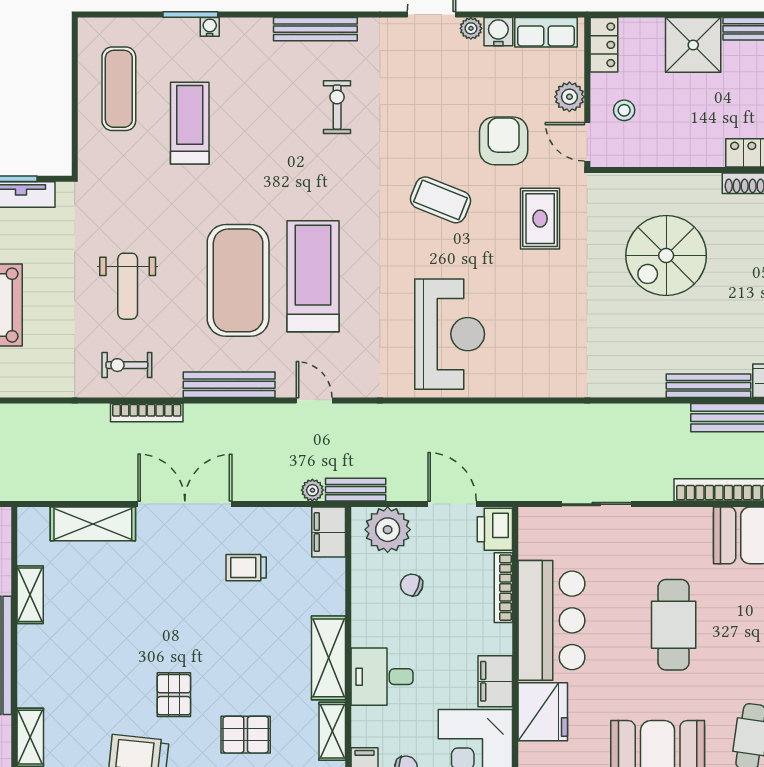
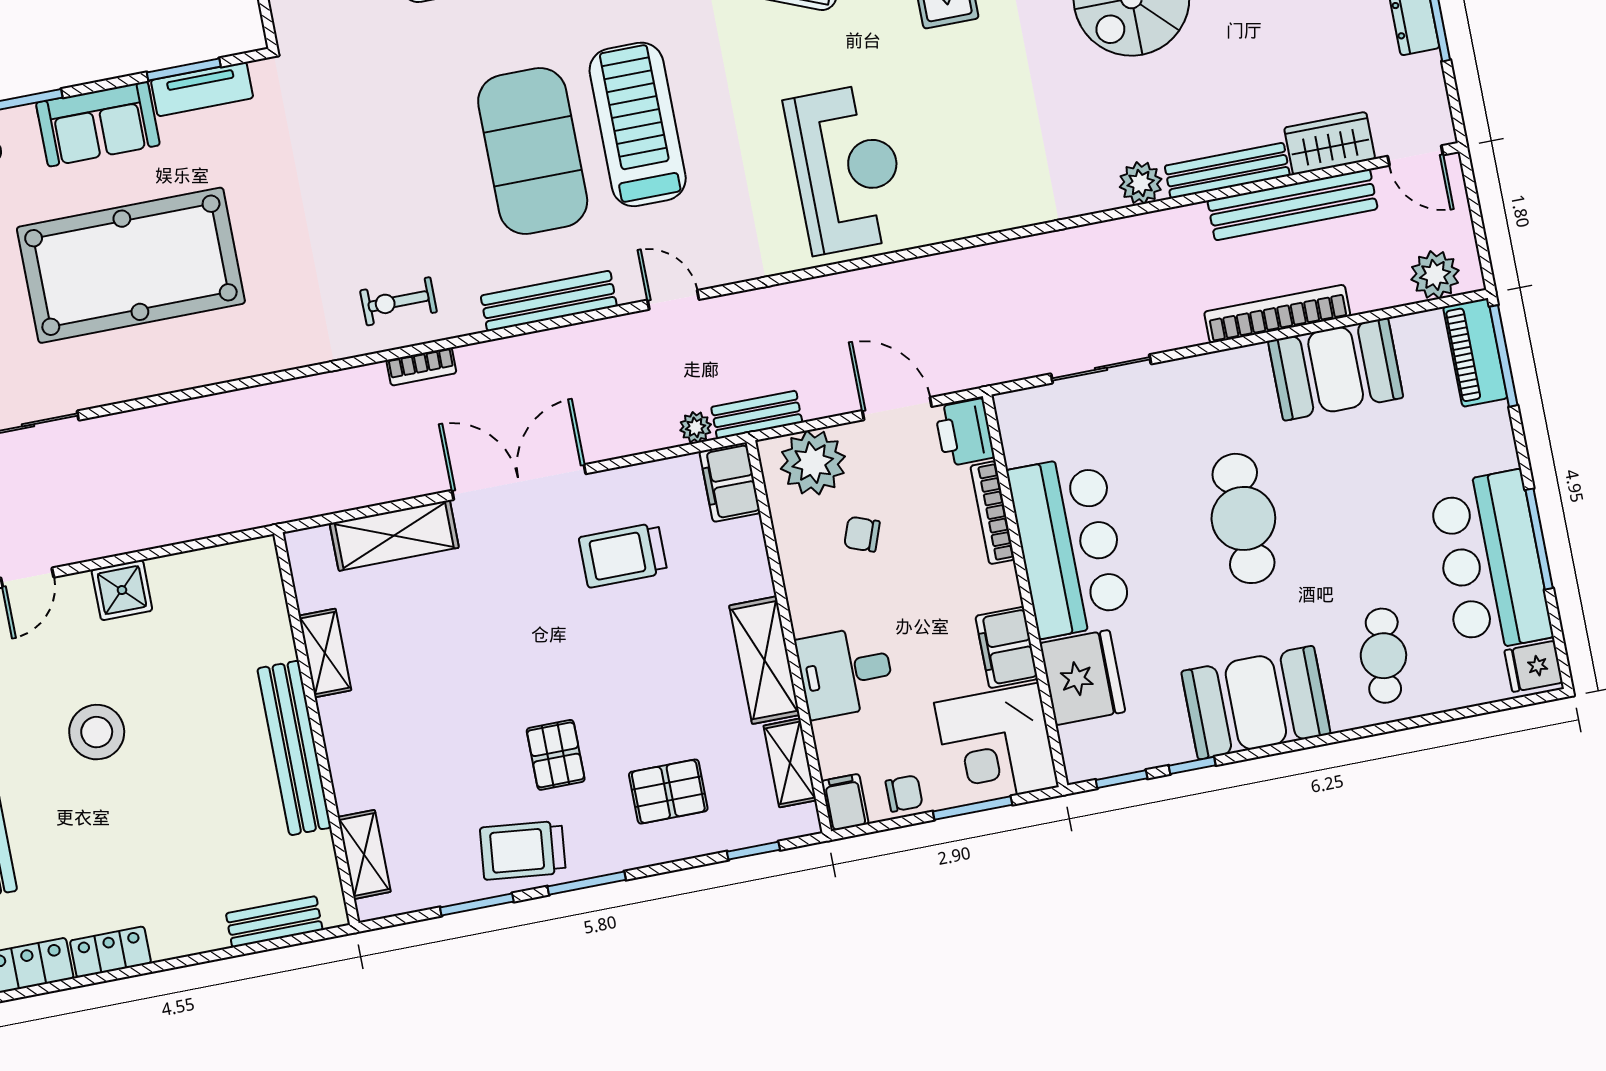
weight bench: (128, 286) -> (378, 190), removed
plant: (648, 383) -> (1141, 183), added
bookcase: (147, 413) -> (421, 367), width x0.64
trolley: (246, 568) -> (623, 555), width x1.36, depth x1.39

